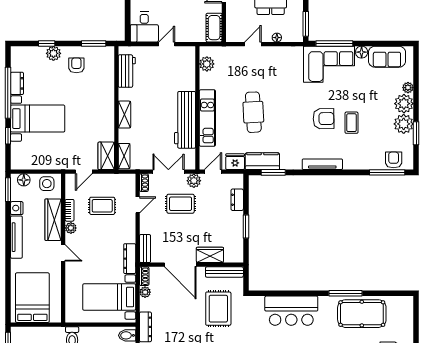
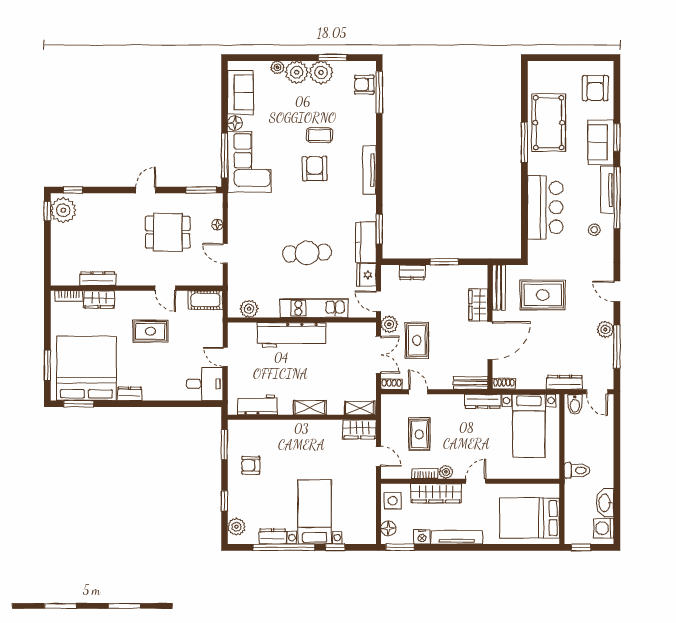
plant: (53, 53) -> (236, 527), moved
workbench: (185, 120) -> (291, 335), moved
double door: (168, 172) -> (378, 355), swing flipped
plant: (145, 292) -> (523, 383), removed

